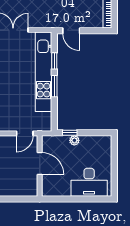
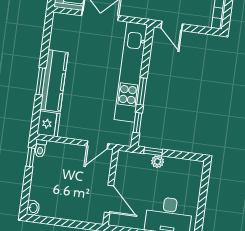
window: (54, 61) -> (138, 123), moved
door: (40, 163) -> (109, 199), moved

